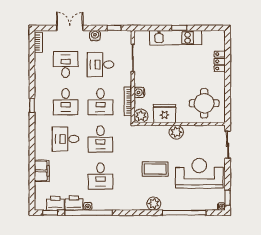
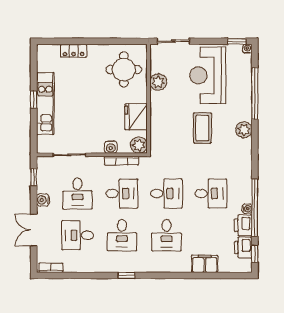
desk: (66, 102) -> (122, 235), turned 90
plant: (176, 132) -> (158, 82), moved

